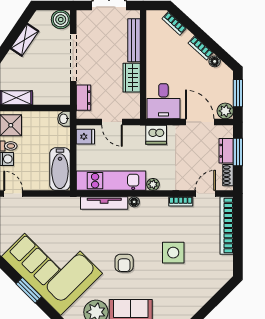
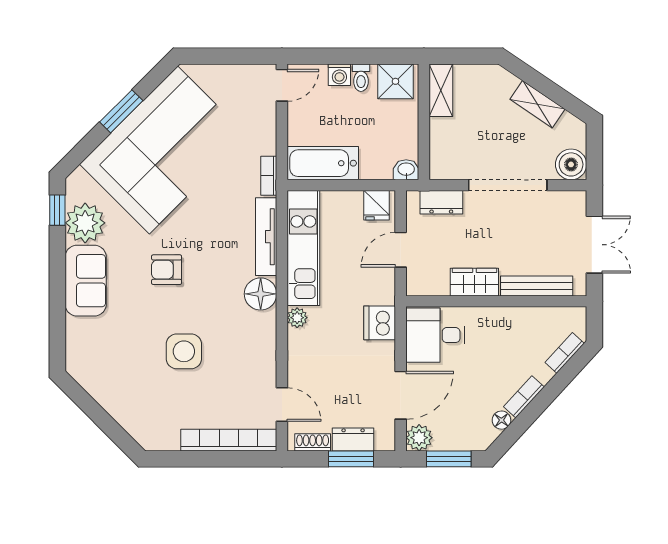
bookcase: (181, 201) -> (269, 176), moved
floor lamp: (134, 202) -> (261, 294), width x1.89, depth x1.89

